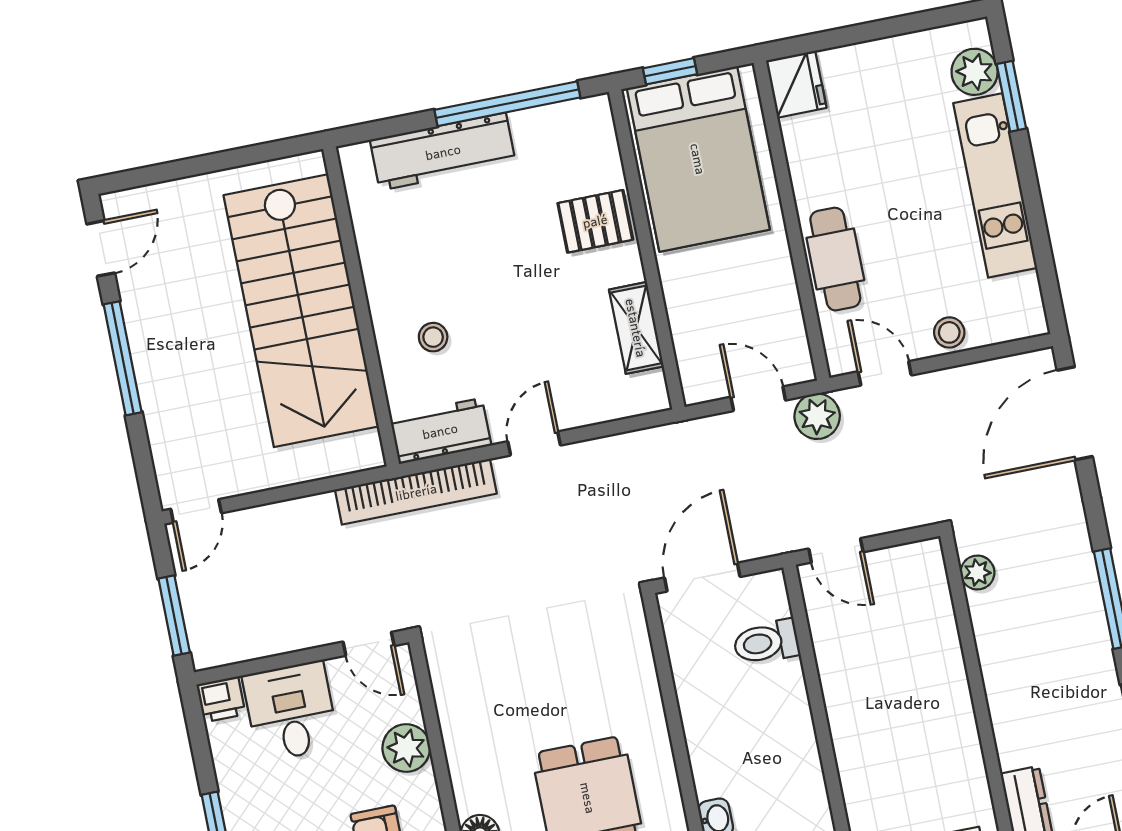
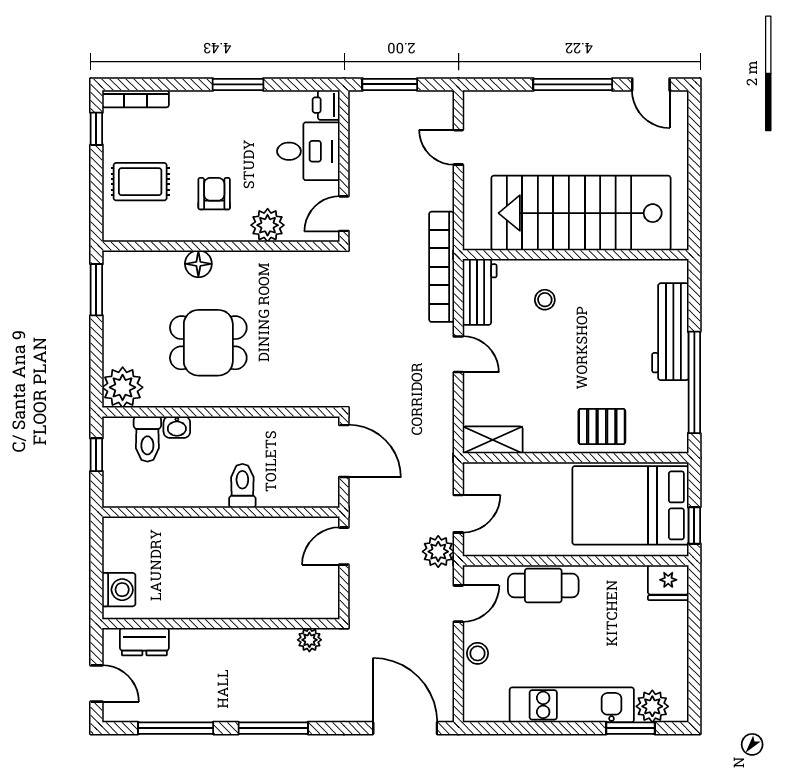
window: (670, 71) -> (694, 525), moved
pallet: (595, 221) -> (602, 426), turned 90
shelving: (636, 328) -> (493, 440), moved
door: (196, 511) -> (458, 147), moved
toilet: (766, 642) -> (242, 486), moved

